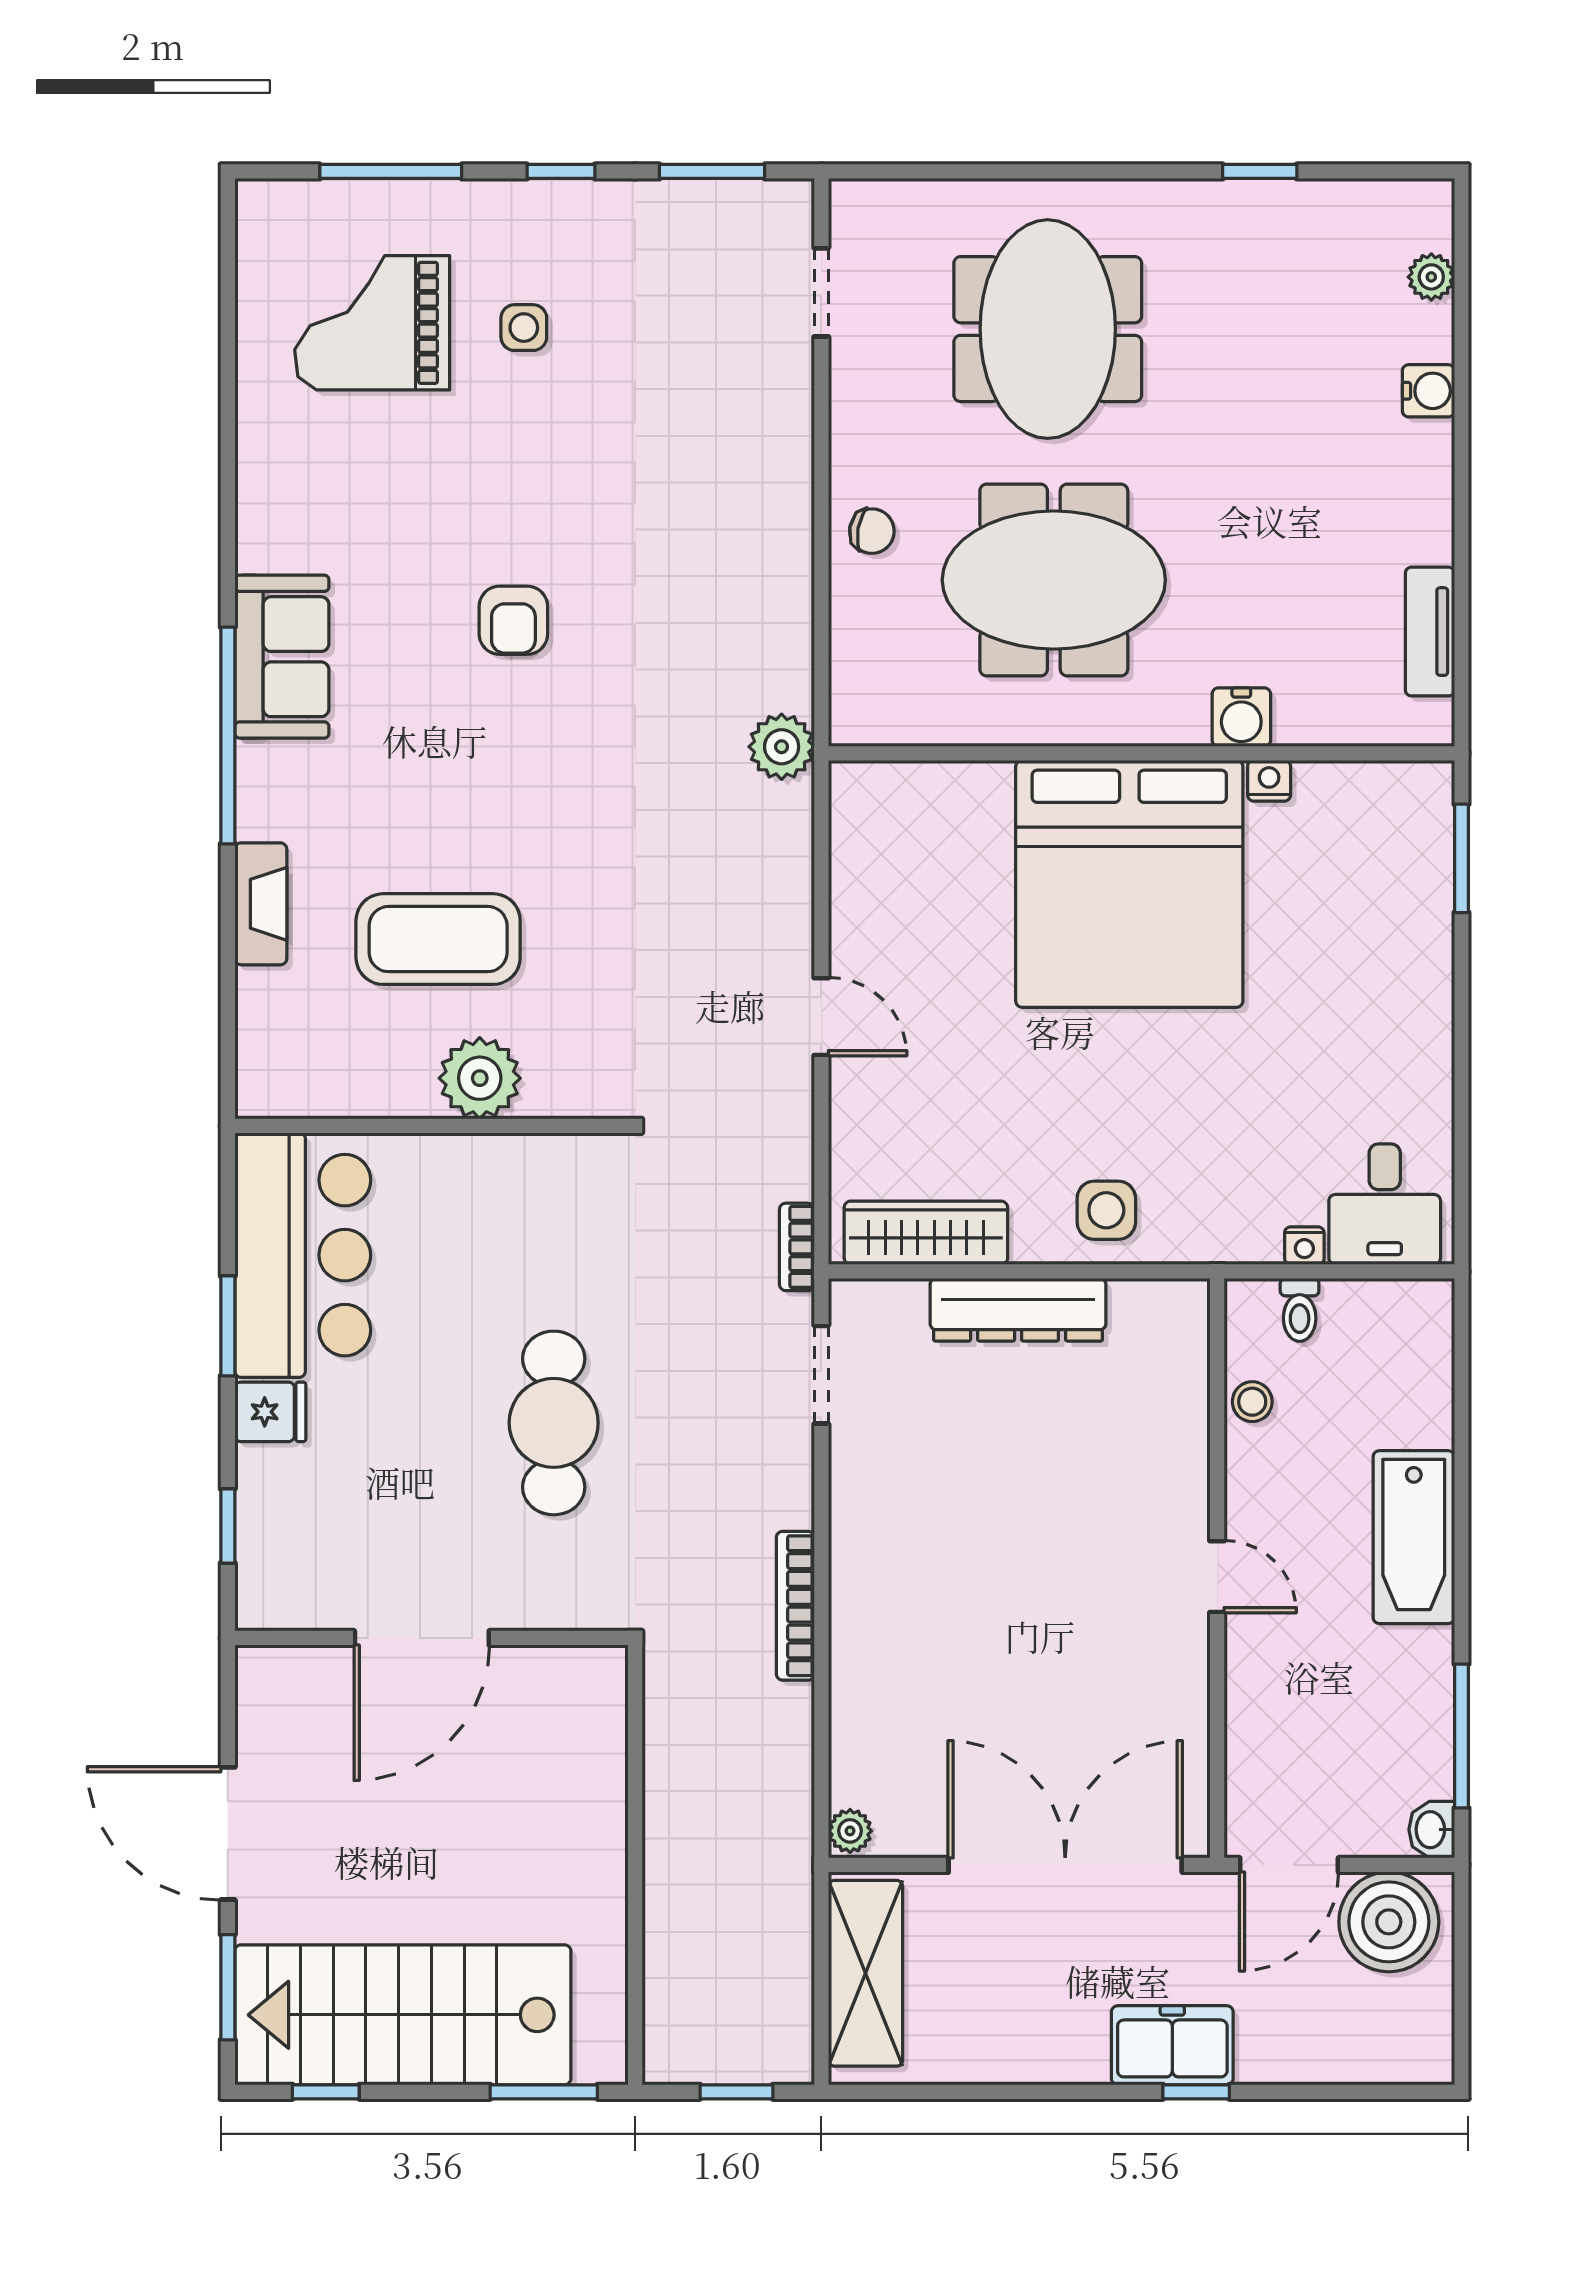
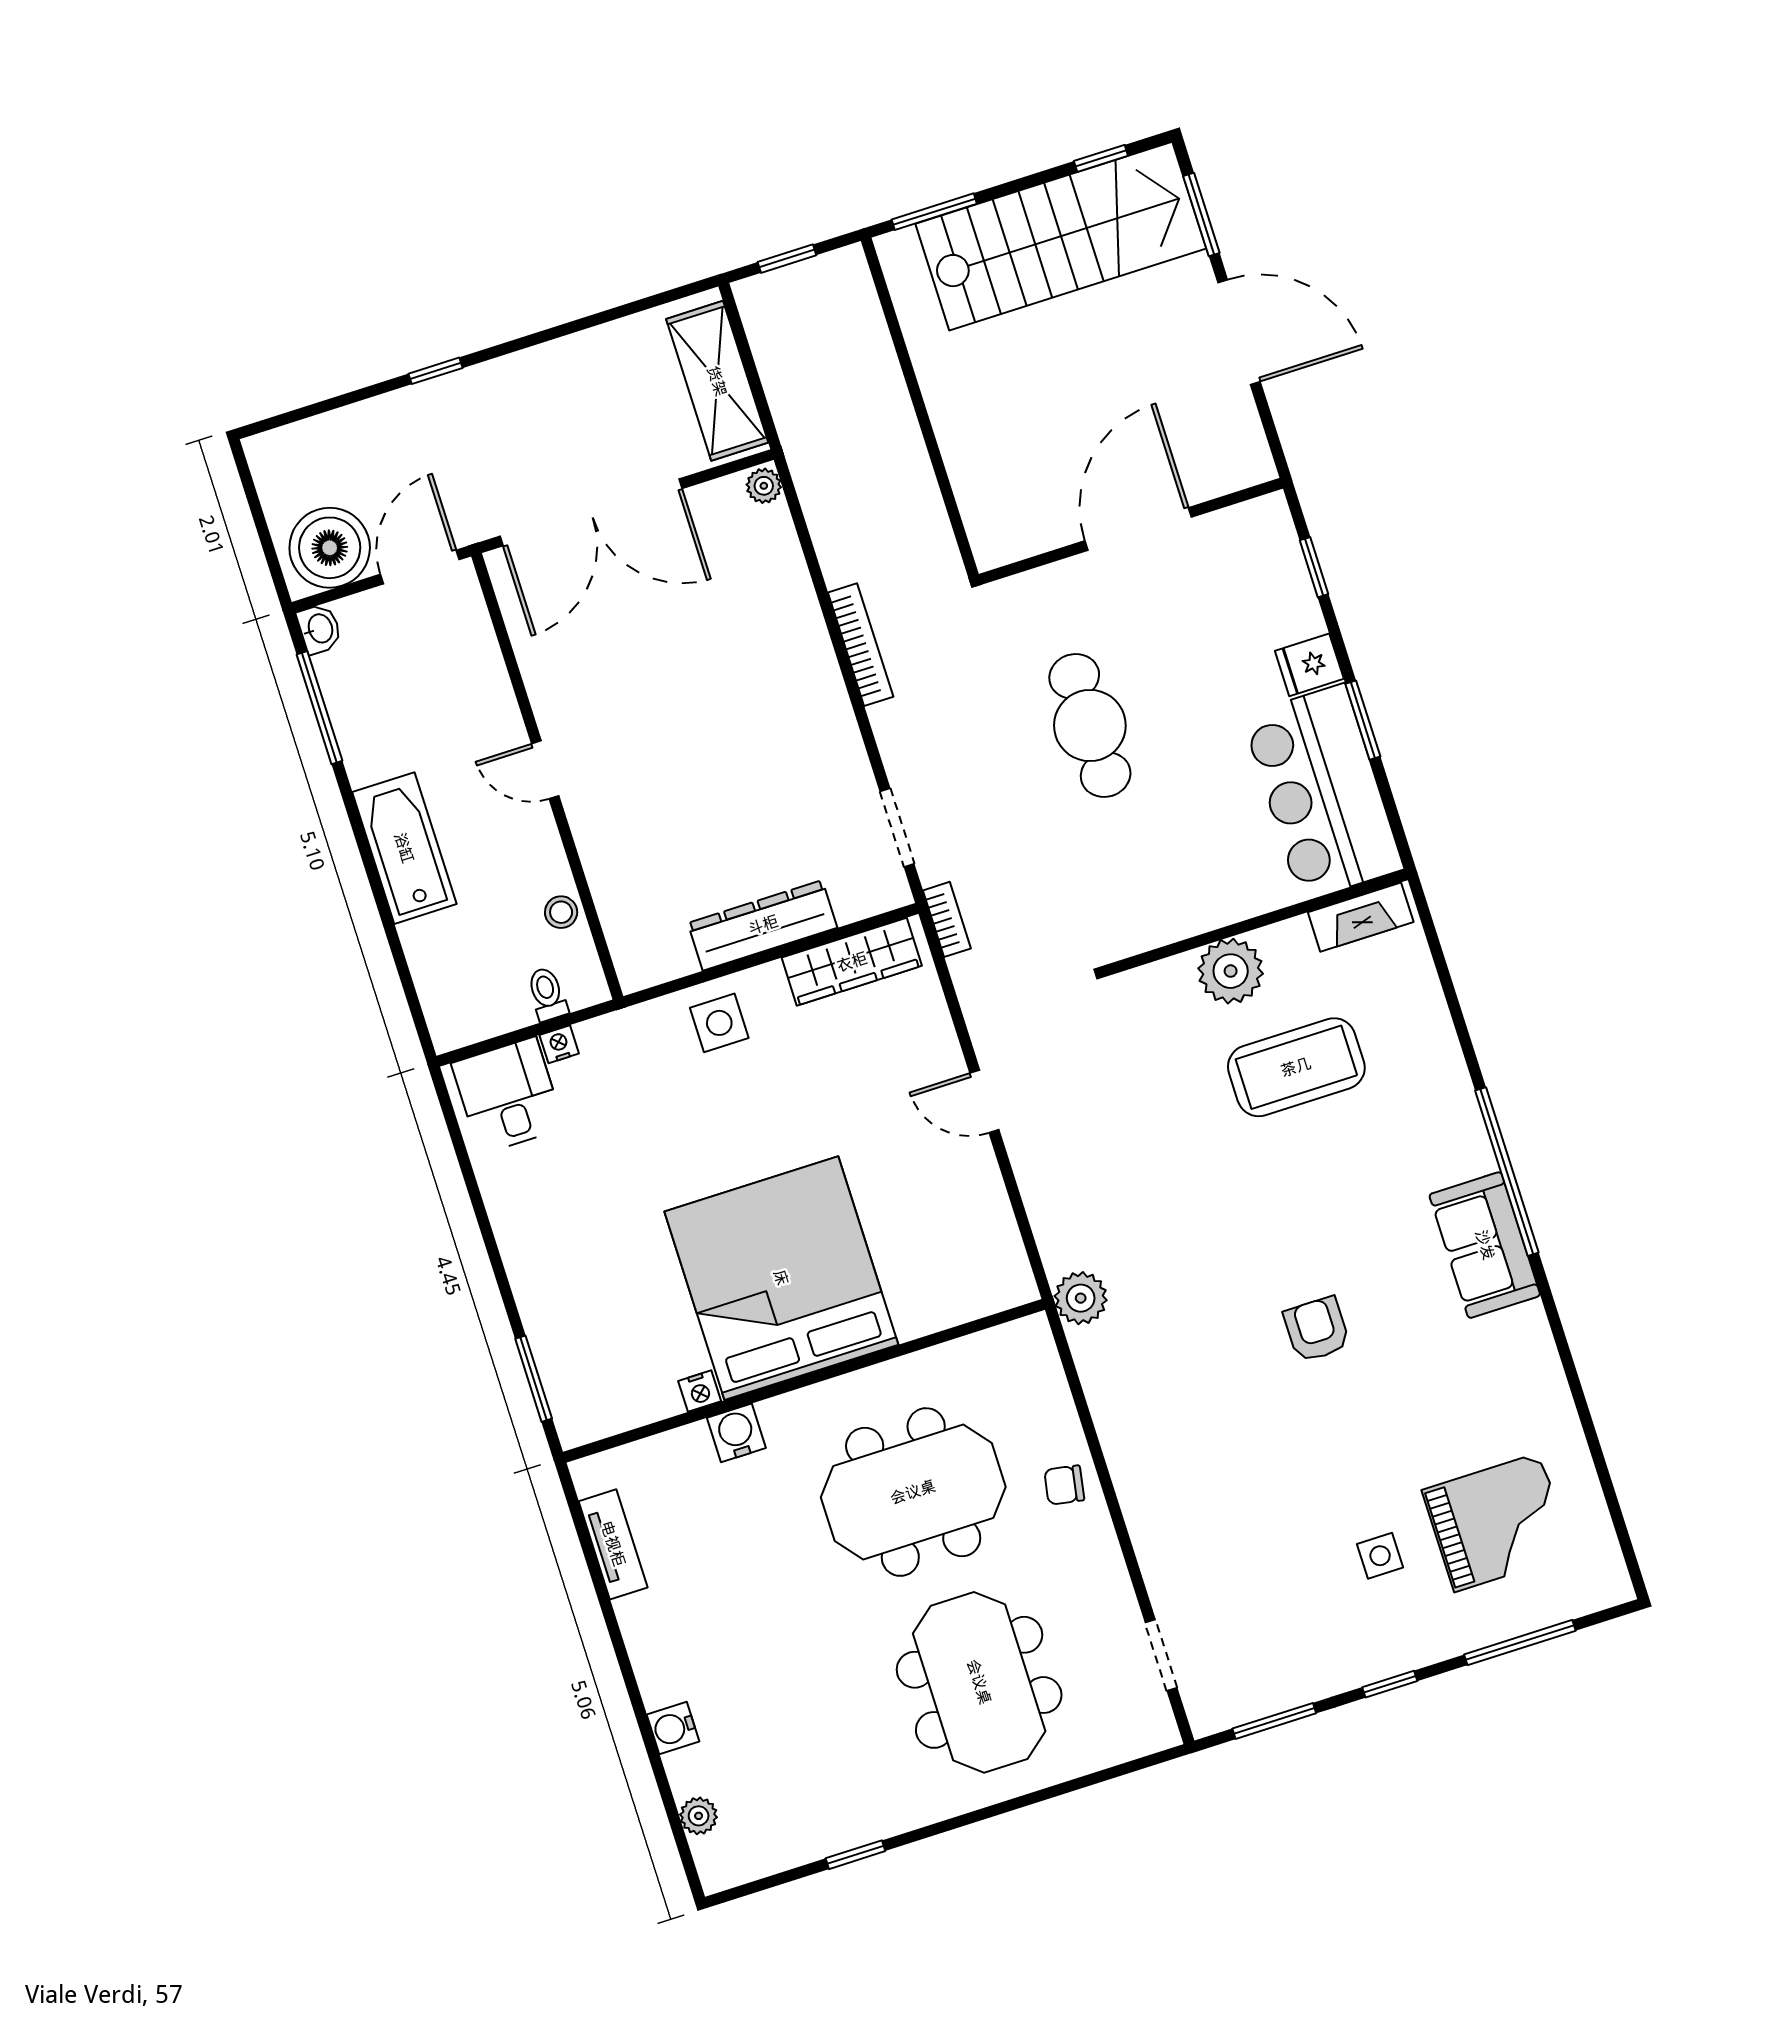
fireplace: (261, 904) -> (1361, 917), moved, turned -90
freezer: (1172, 2045) -> (465, 401), removed

